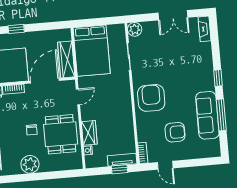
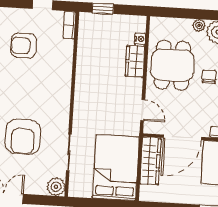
door: (78, 97) -> (143, 110), swing flipped
armchair: (151, 98) -> (23, 137), moved
tv unit: (122, 160) -> (98, 20), removed
plant: (45, 167) -> (199, 25), added

